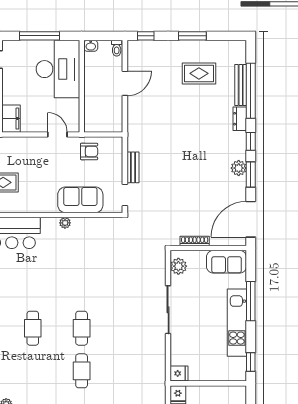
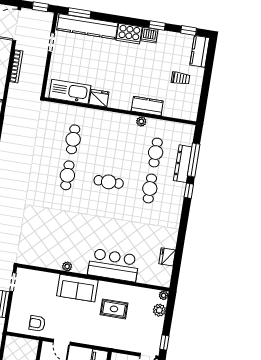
sofa: (80, 200) -> (77, 288), moved
cafe table: (33, 328) -> (109, 182), turned 90

